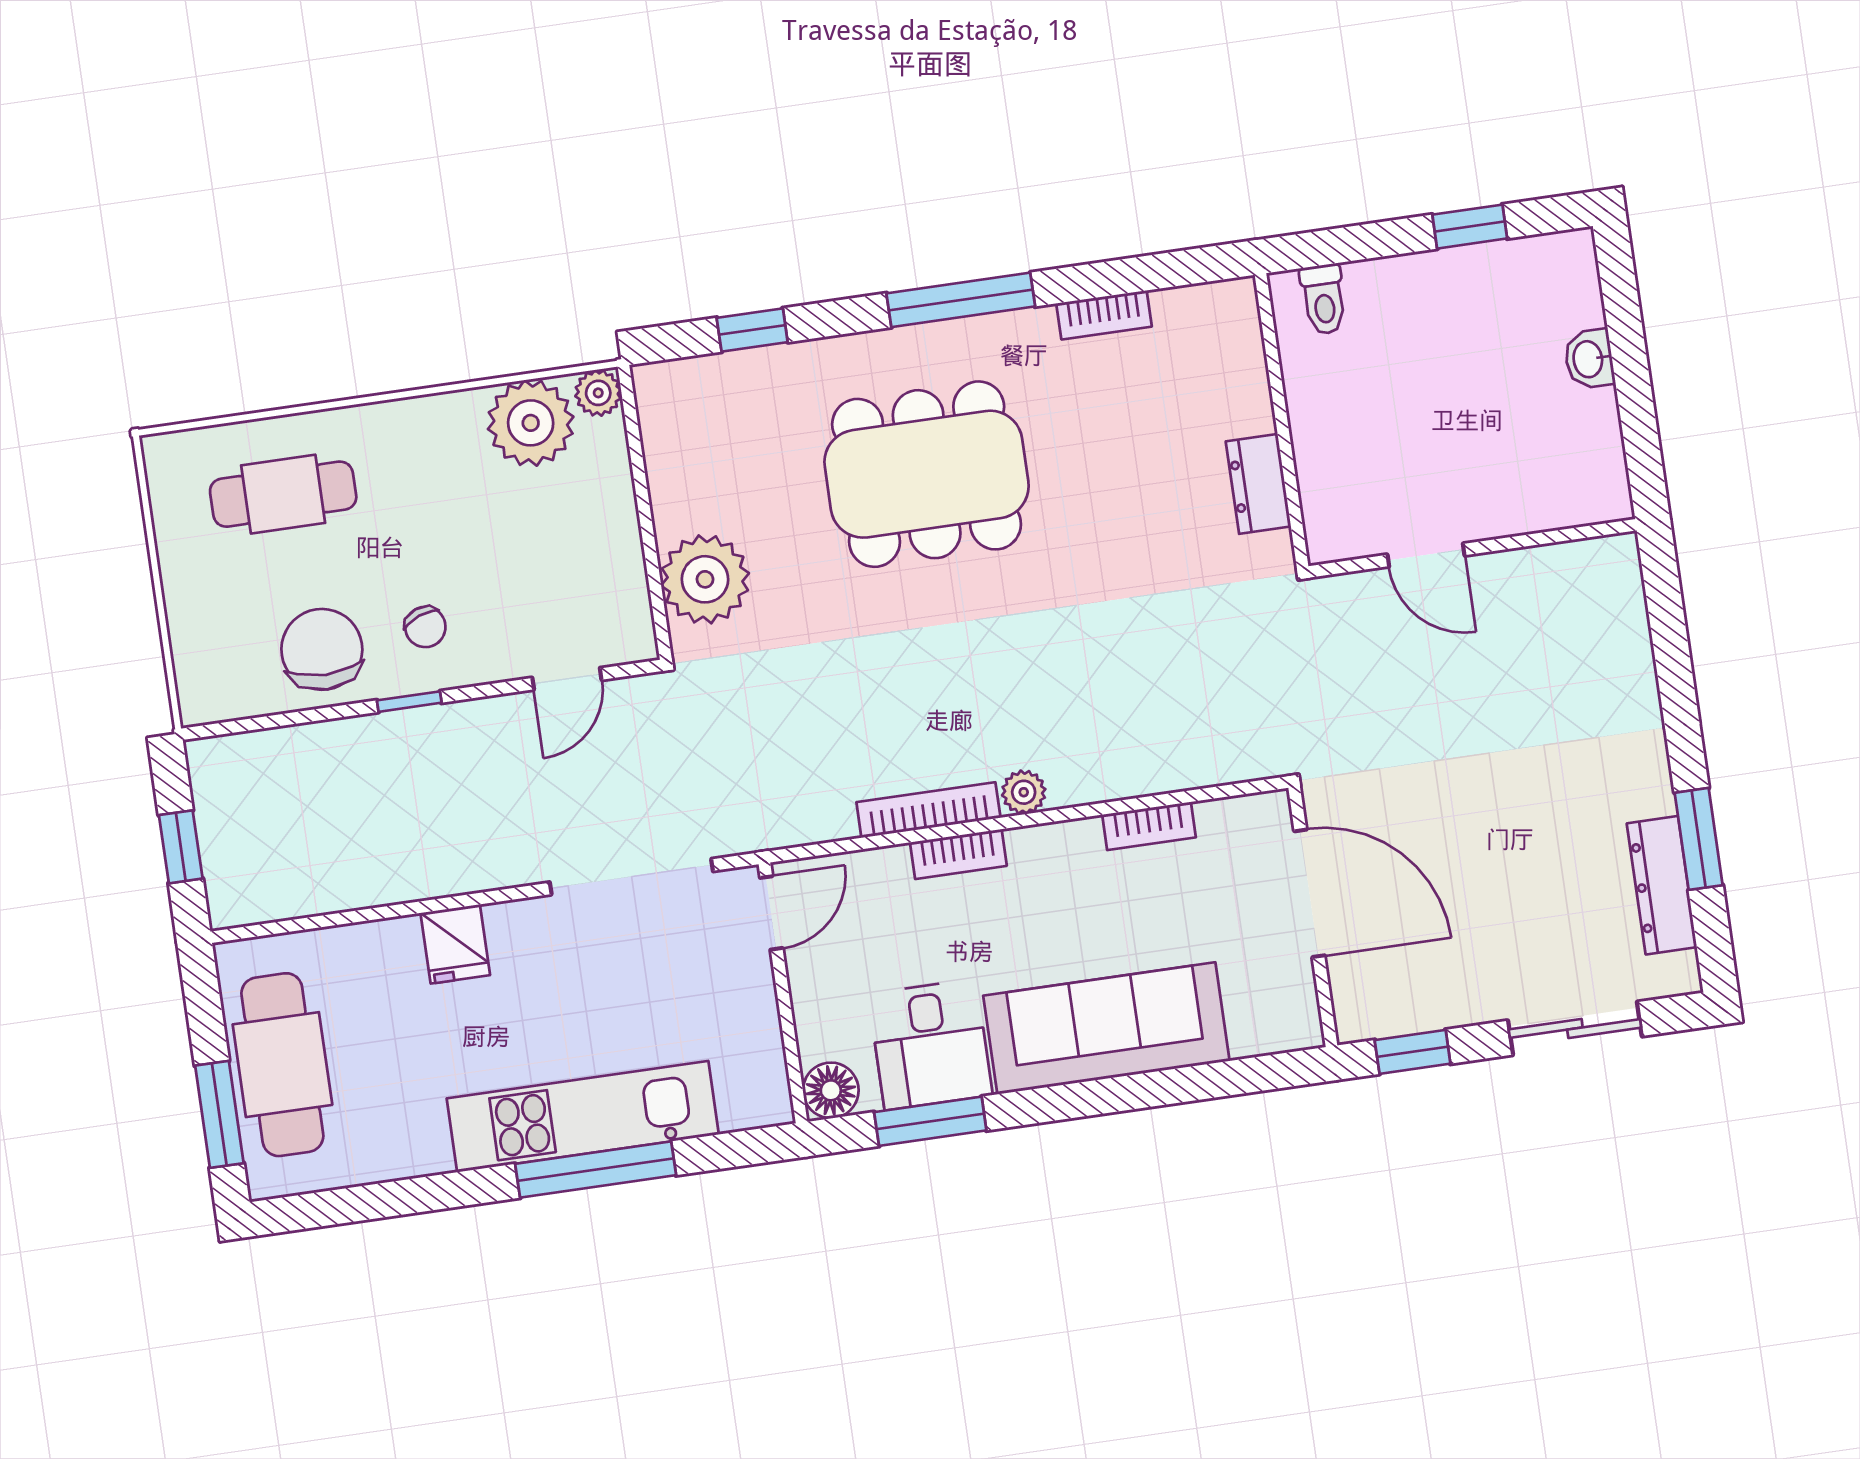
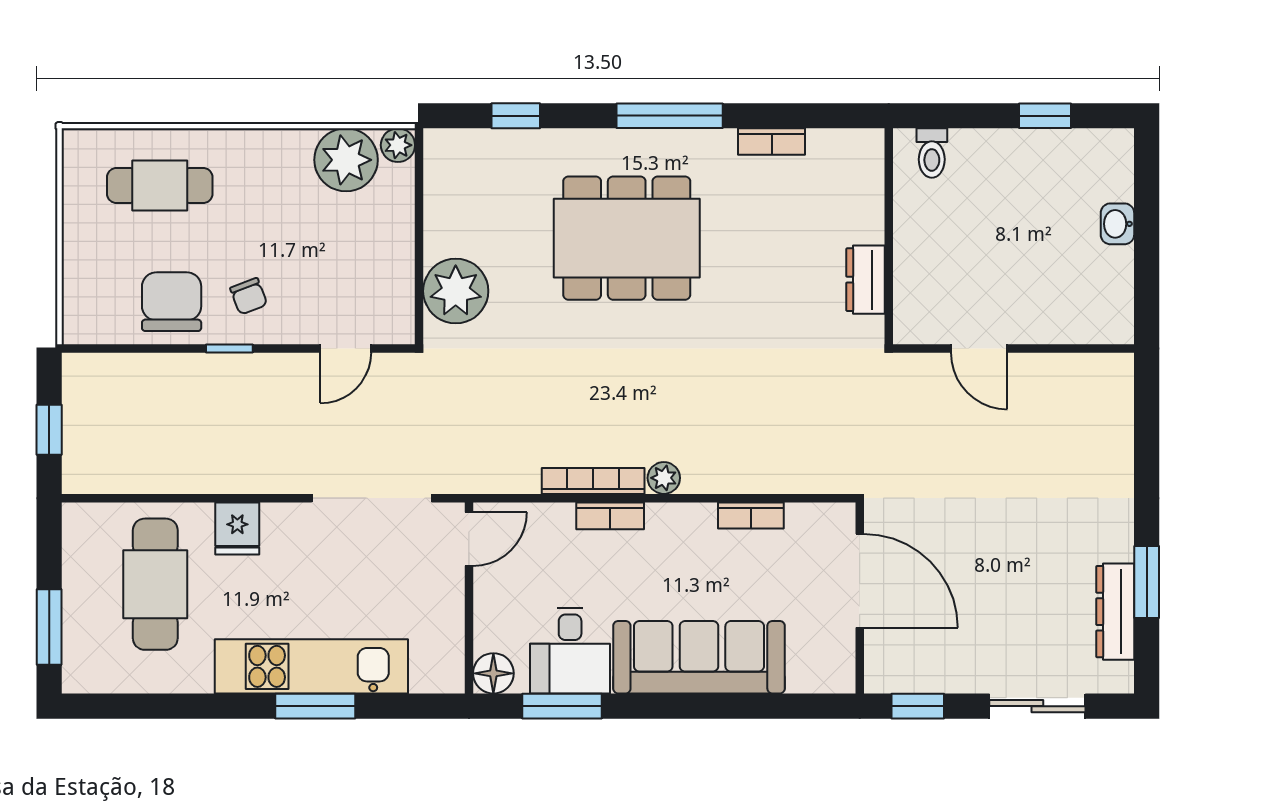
cafe table: (282, 1065) -> (155, 584), moved
window: (596, 1170) -> (315, 706), width x0.69

